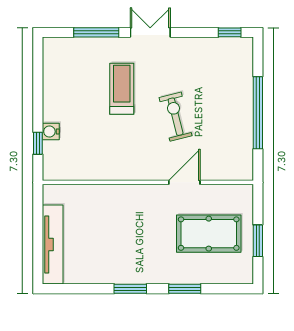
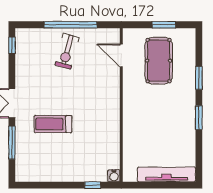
exercise bike: (176, 117) -> (67, 51), moved, turned -61
water cooler: (51, 132) -> (114, 176), moved
door: (184, 182) -> (121, 56), moved

